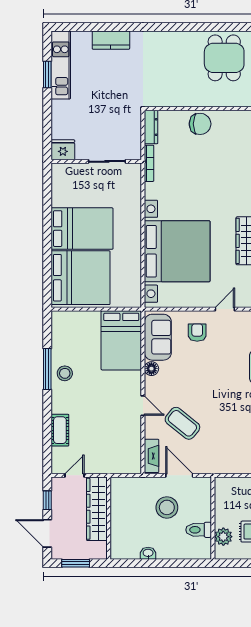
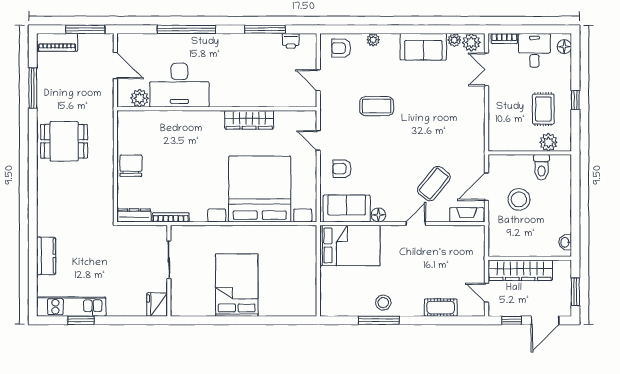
bed: (81, 278) -> (286, 287), removed
washbasin: (148, 553) -> (565, 242), moved

